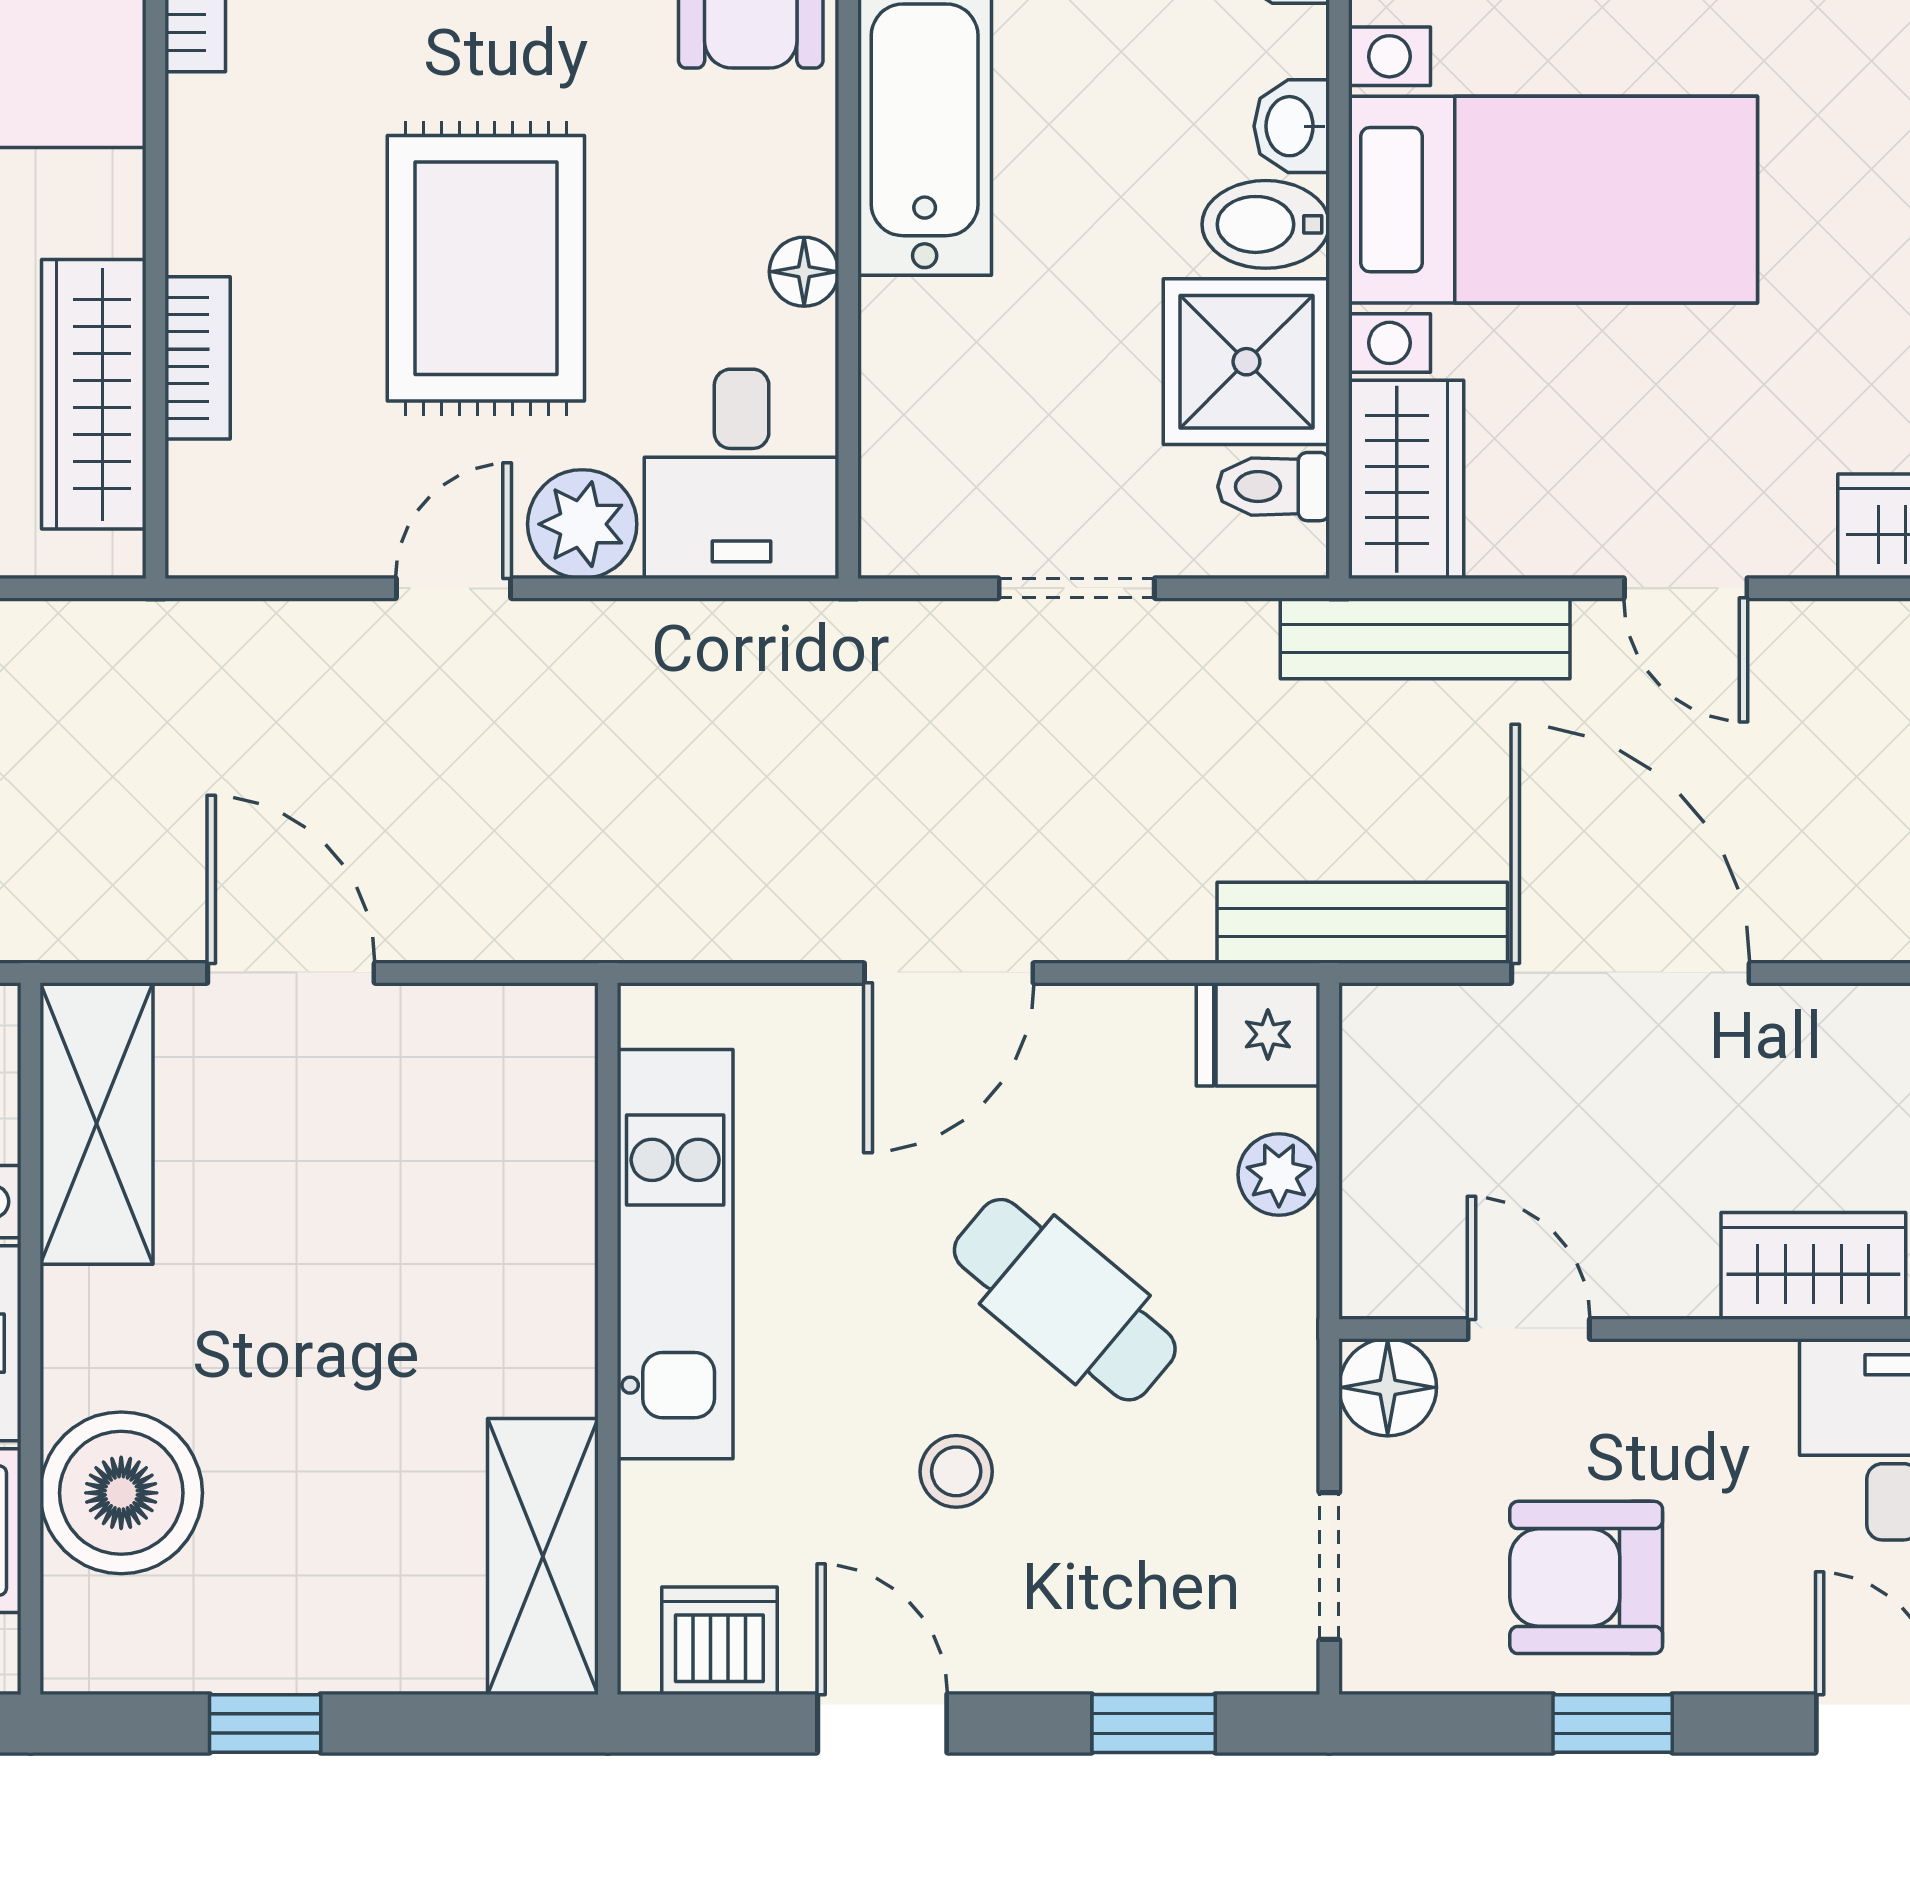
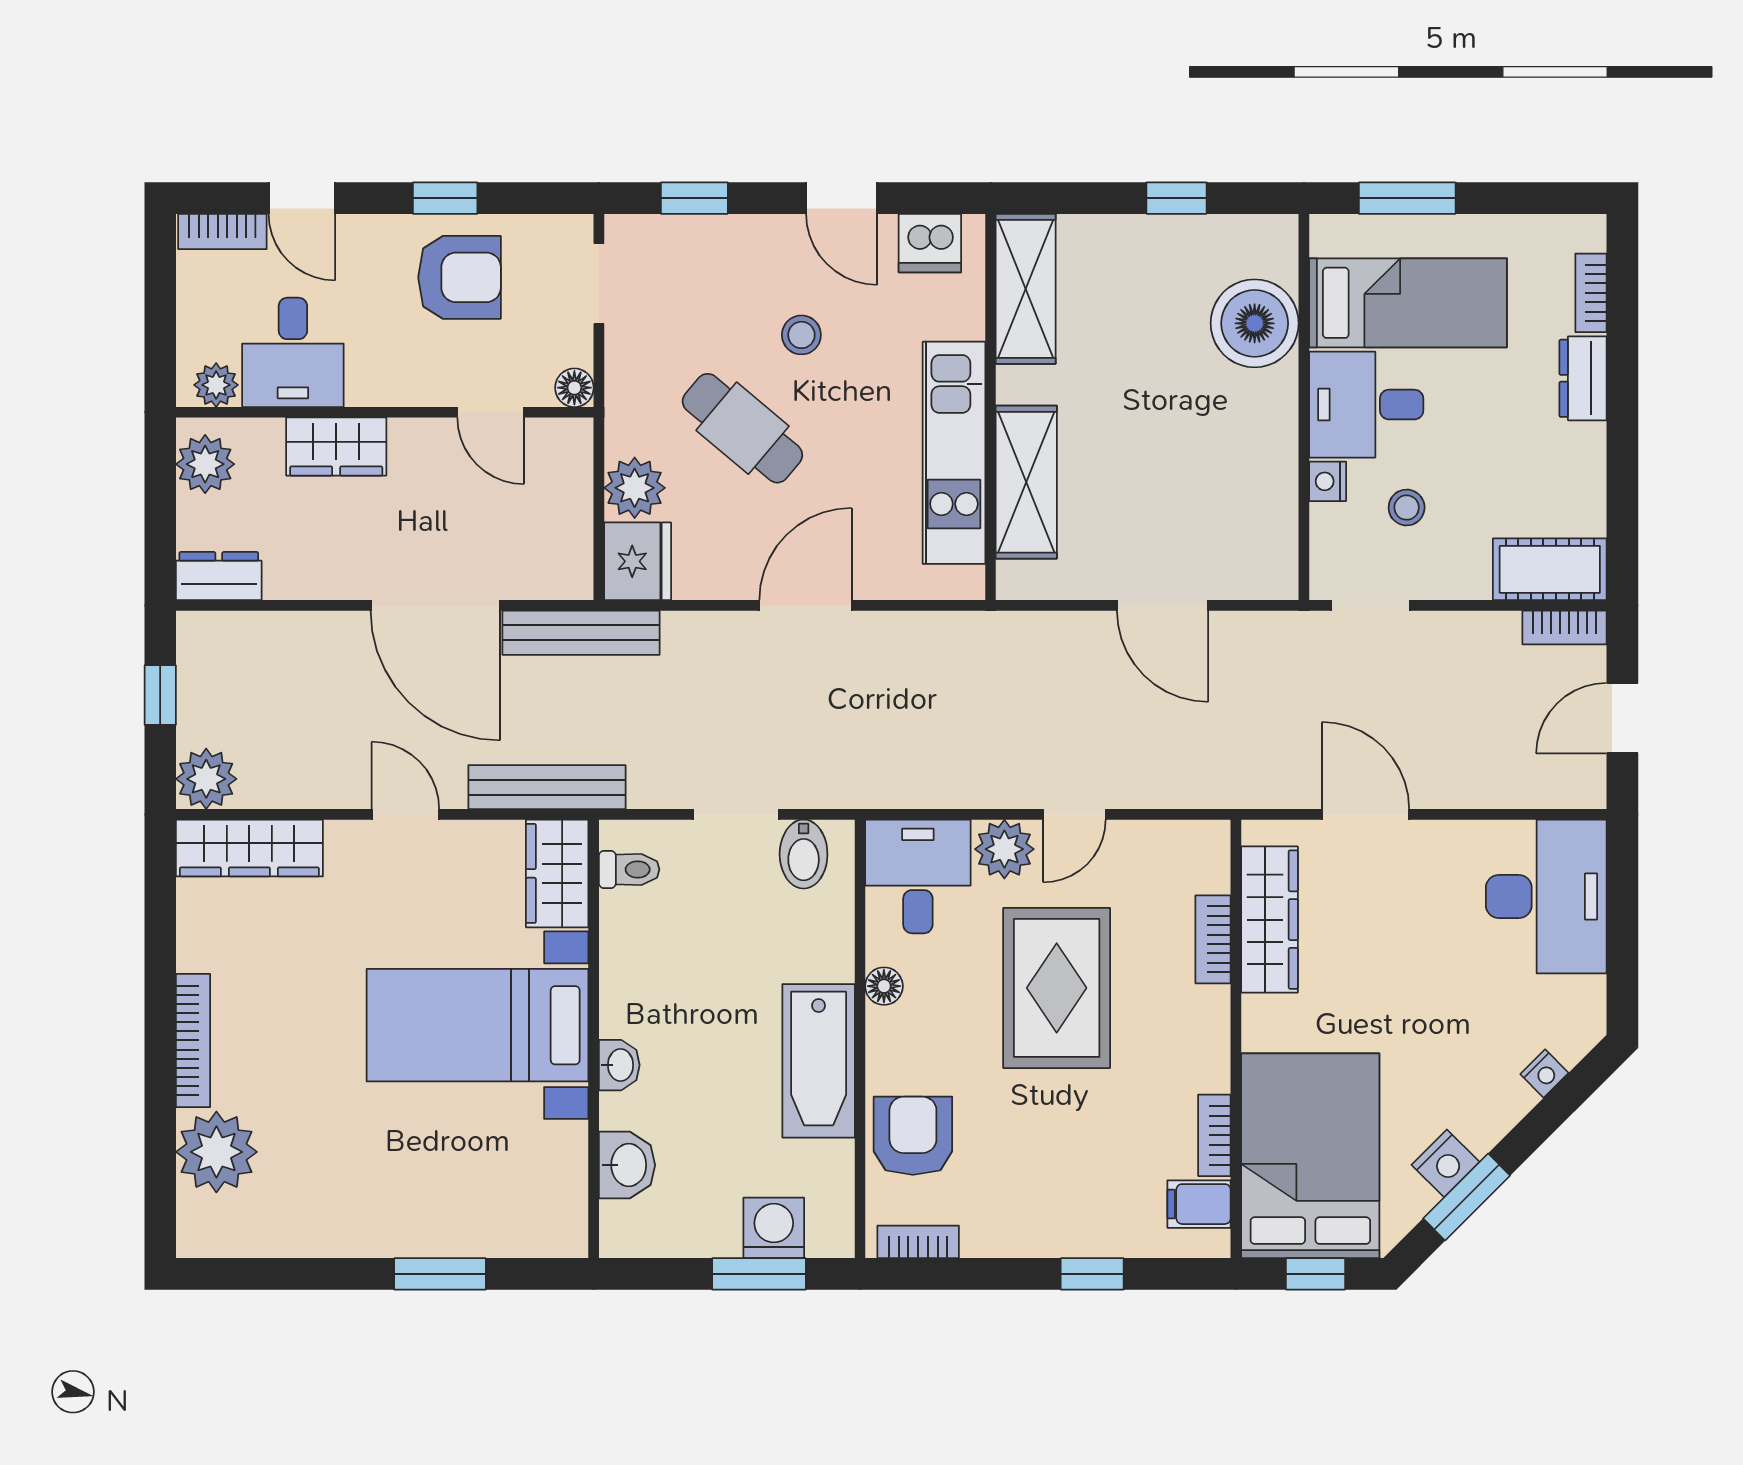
bidet: (1266, 224) -> (804, 854), moved, turned 90
shower: (1246, 362) -> (644, 937), removed
fridge: (1258, 1034) -> (638, 561), width x1.38
shelving: (96, 1123) -> (1026, 482), moved
plant: (1279, 1175) -> (635, 488), width x1.38, depth x1.38
floor lamp: (1388, 1387) -> (574, 388), width x0.73, depth x0.73

